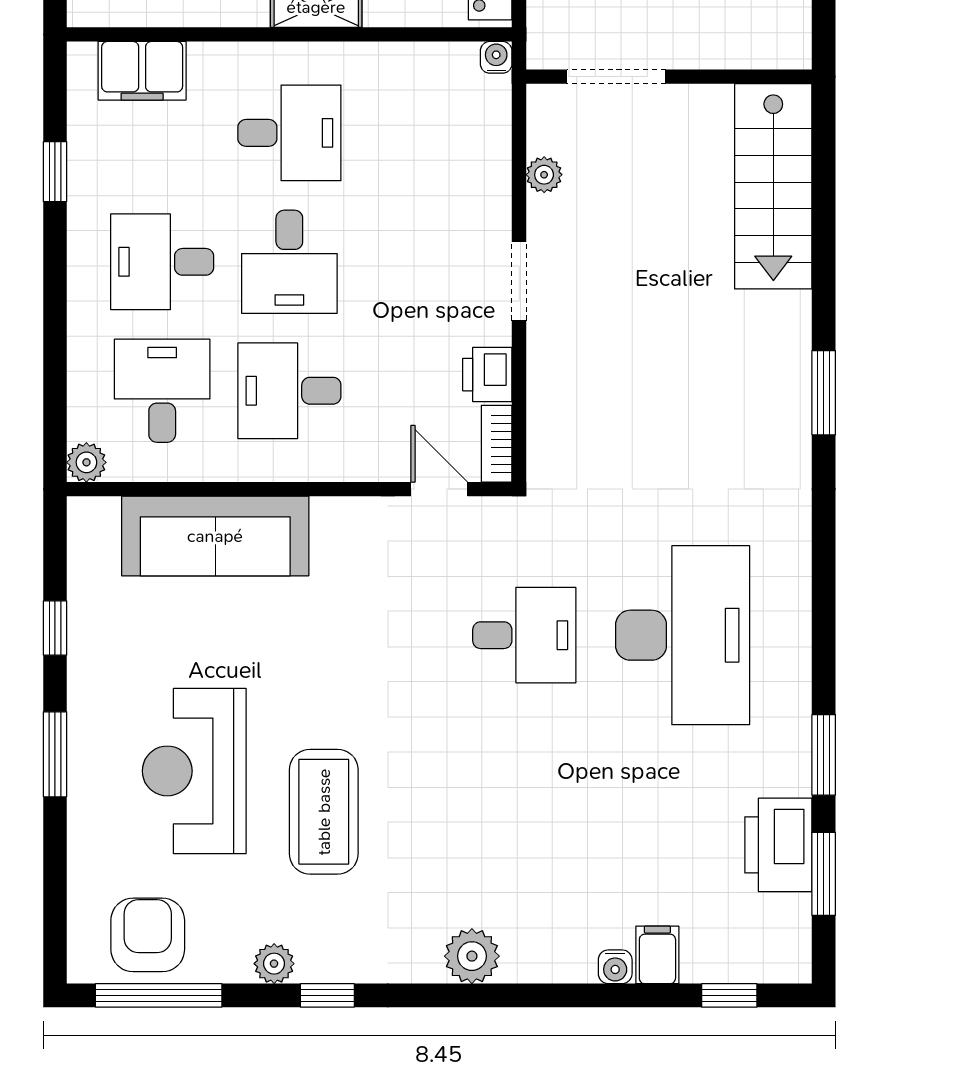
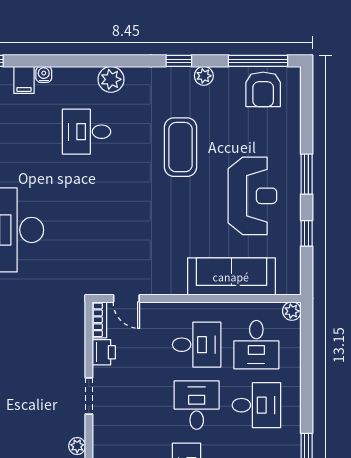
desk: (524, 635) -> (86, 132), moved
reception desk: (194, 771) -> (252, 196), moved

